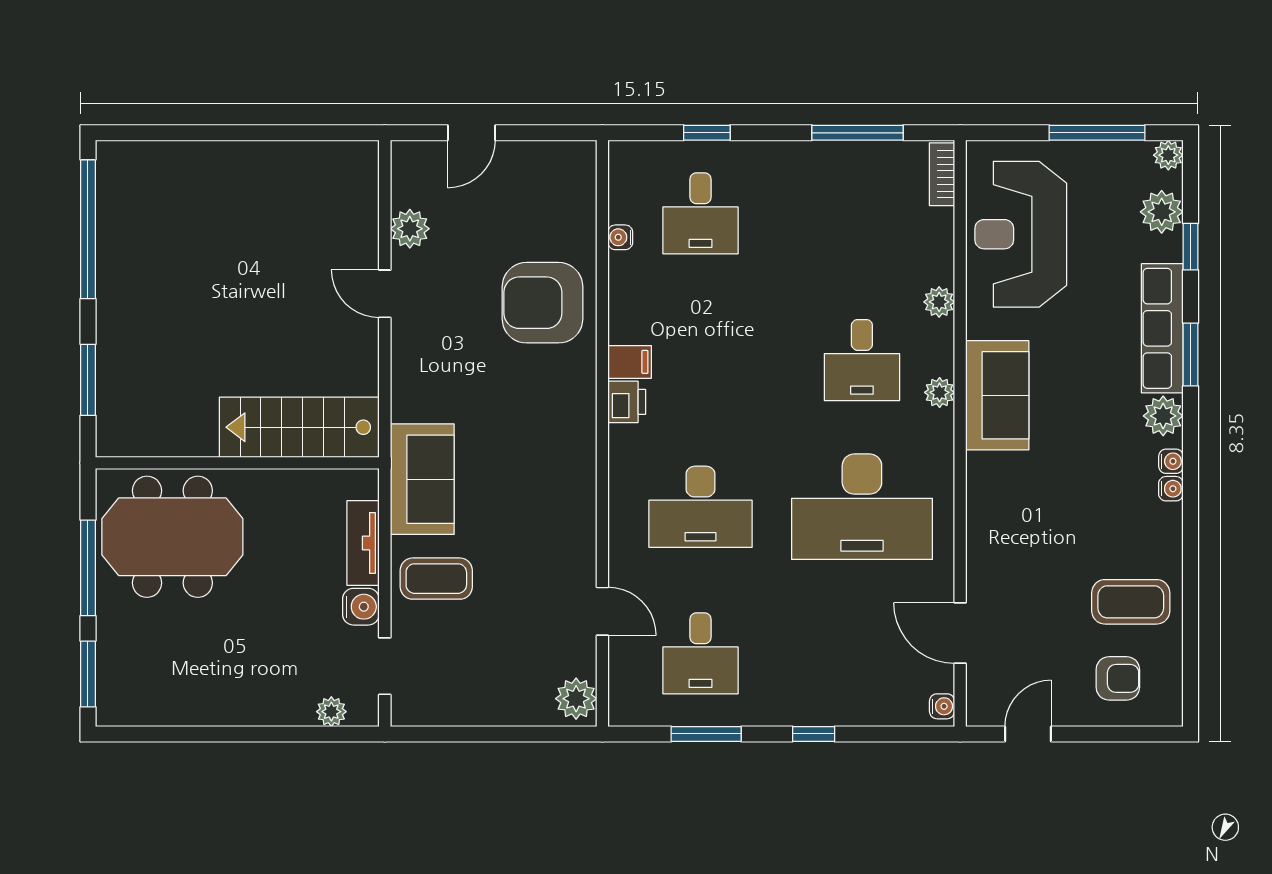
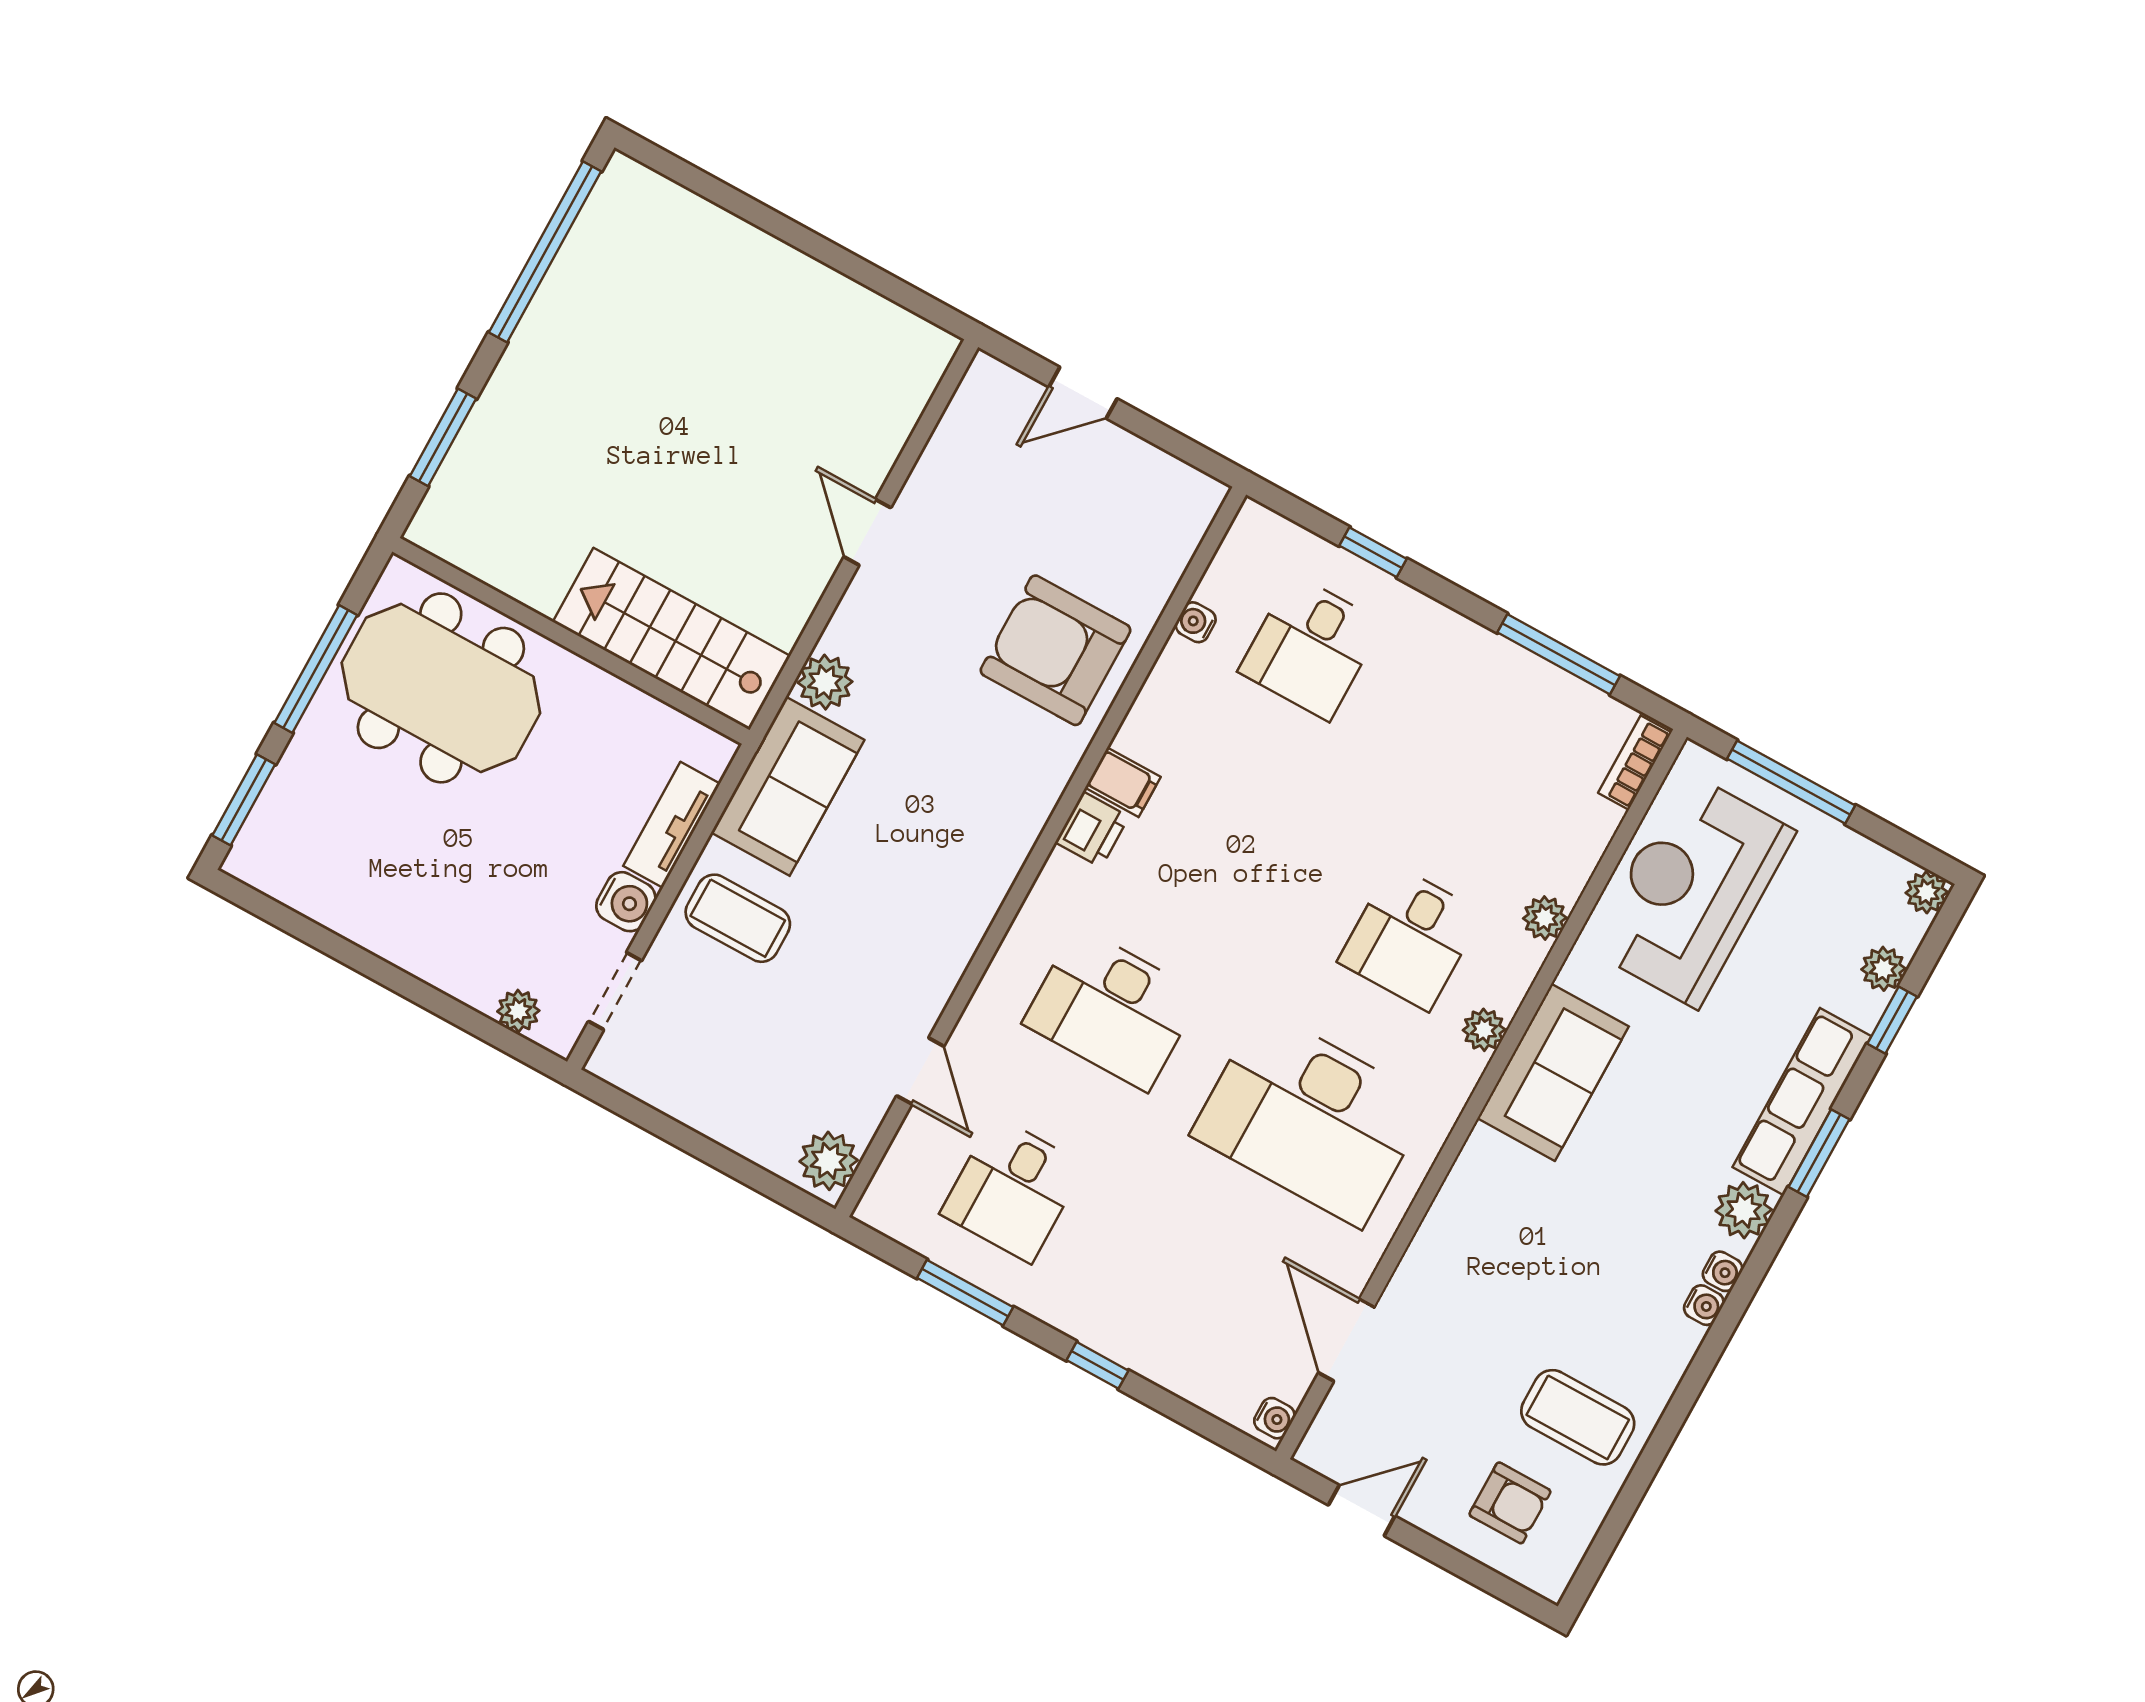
window: (1097, 133) -> (1791, 782), moved
plant: (1162, 212) -> (1883, 969), width x0.73, depth x0.73
plant: (410, 229) -> (825, 682), moved

